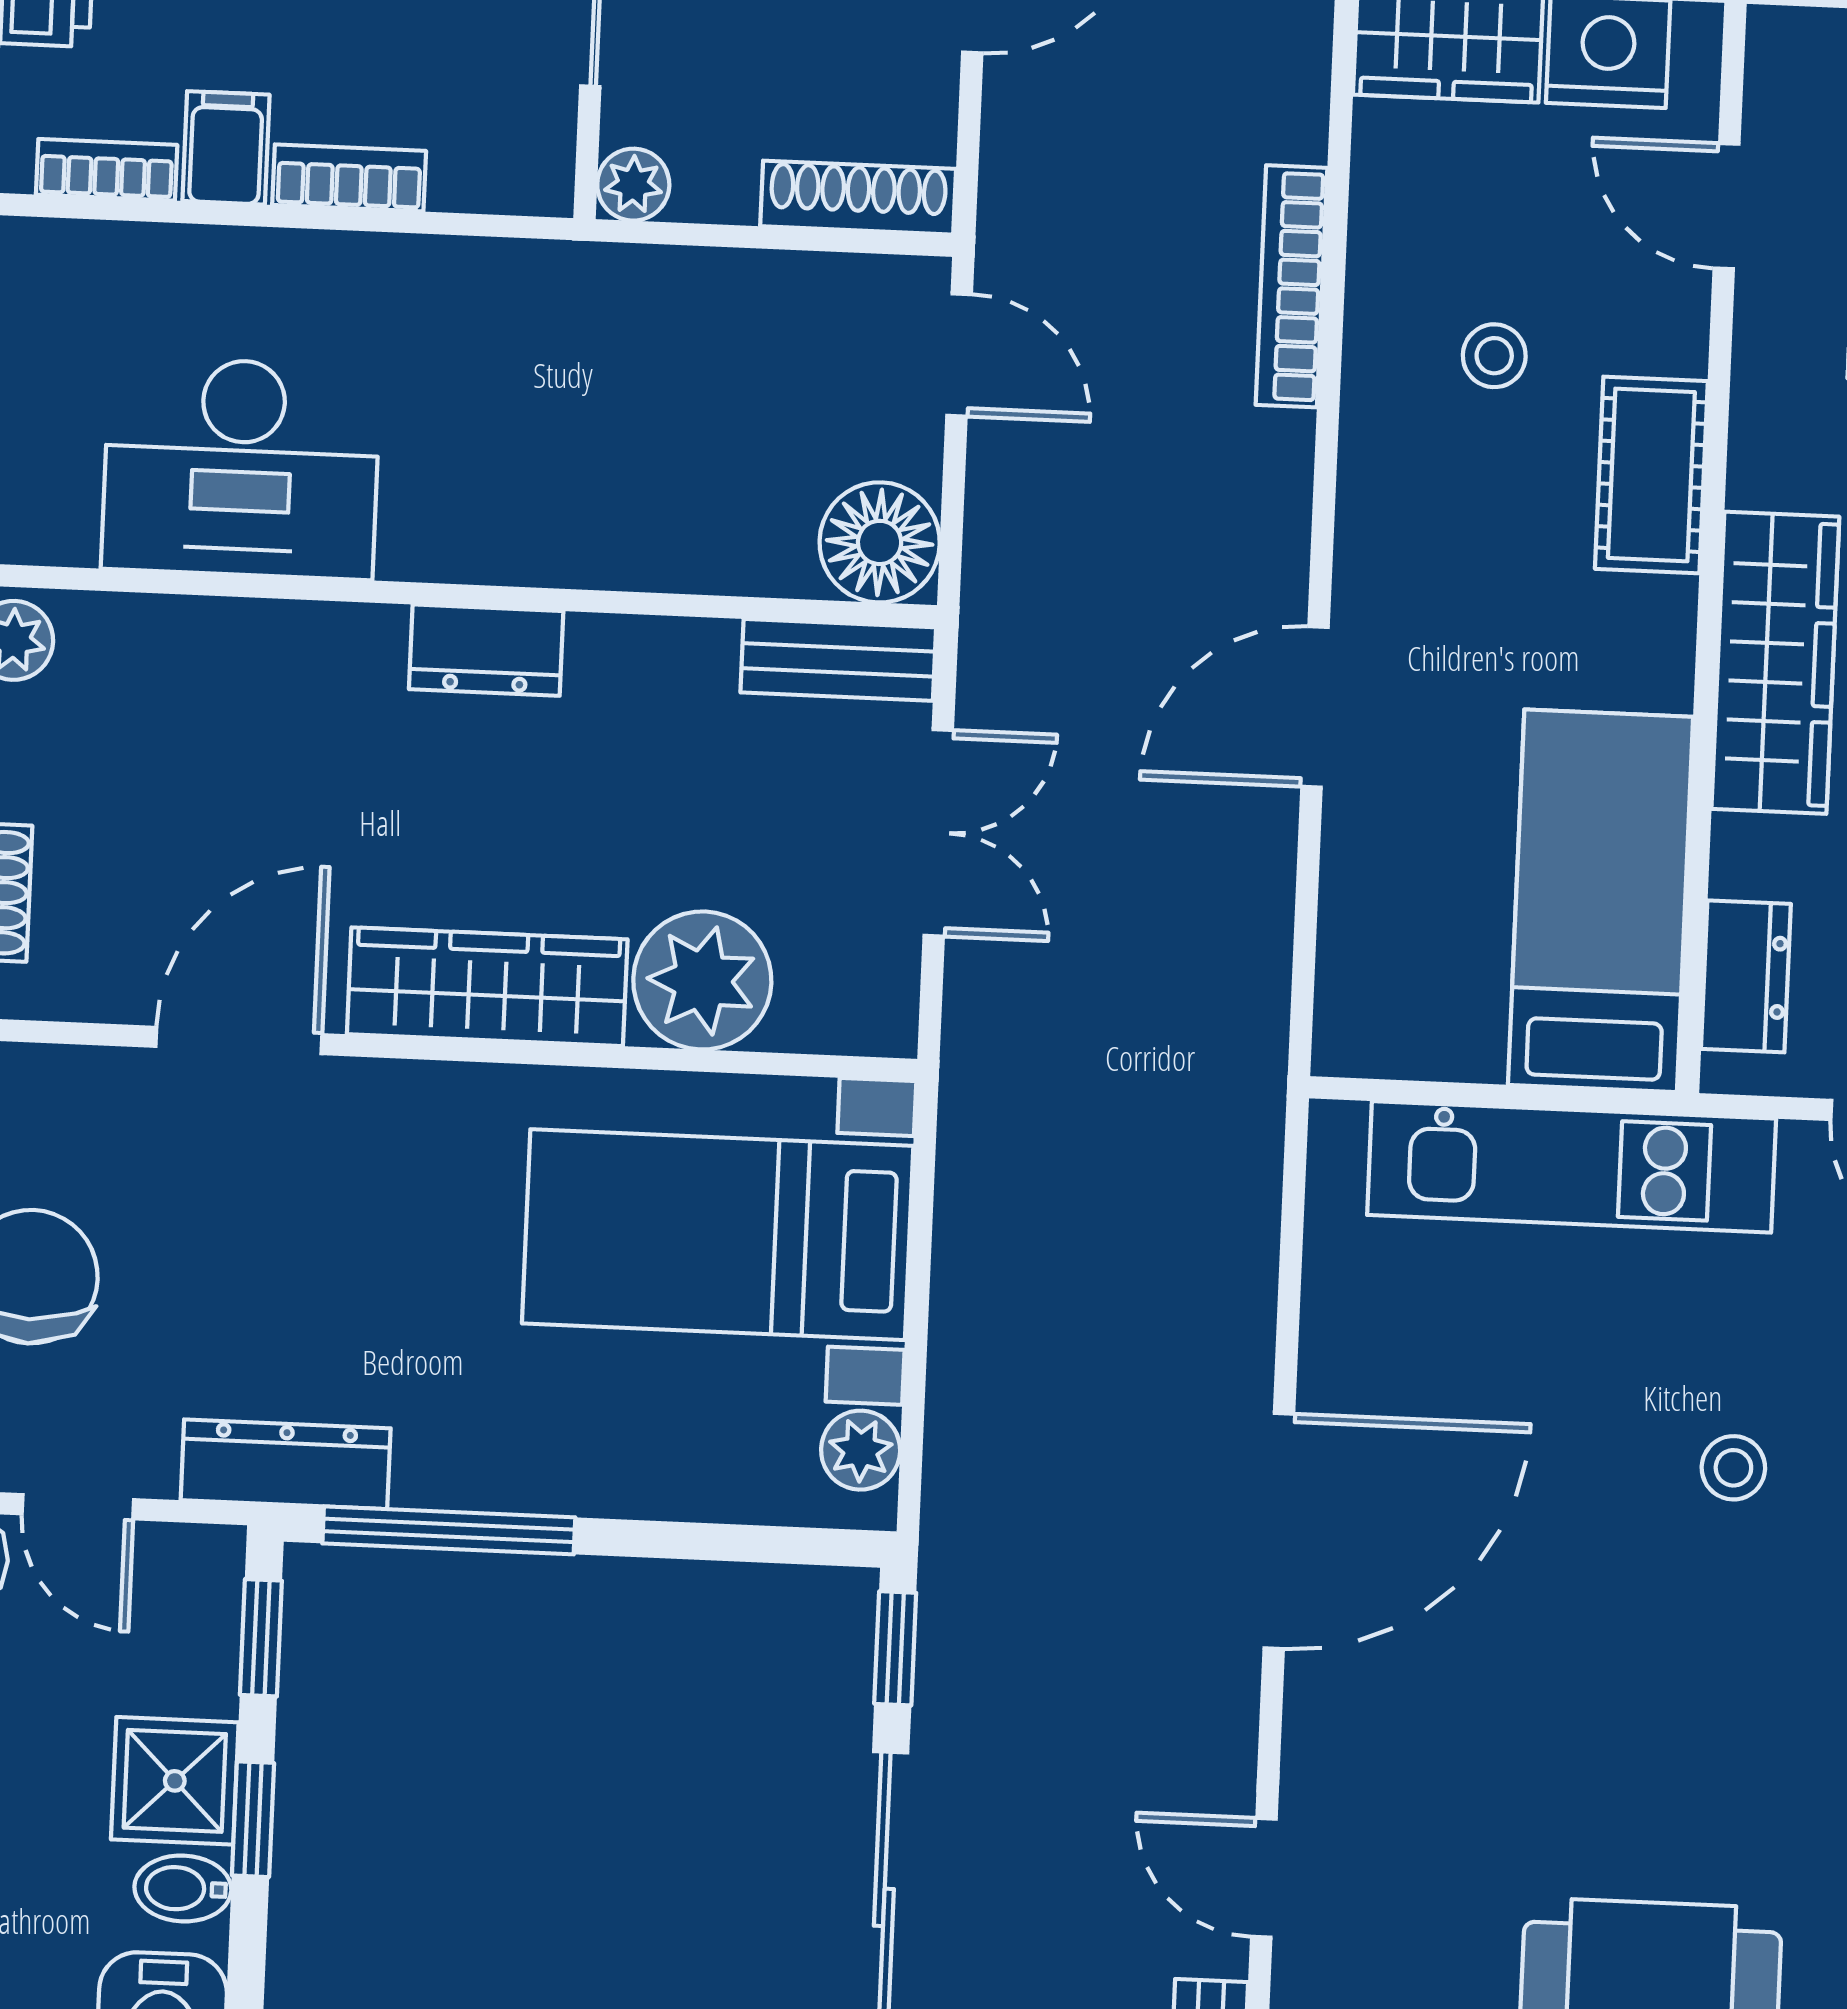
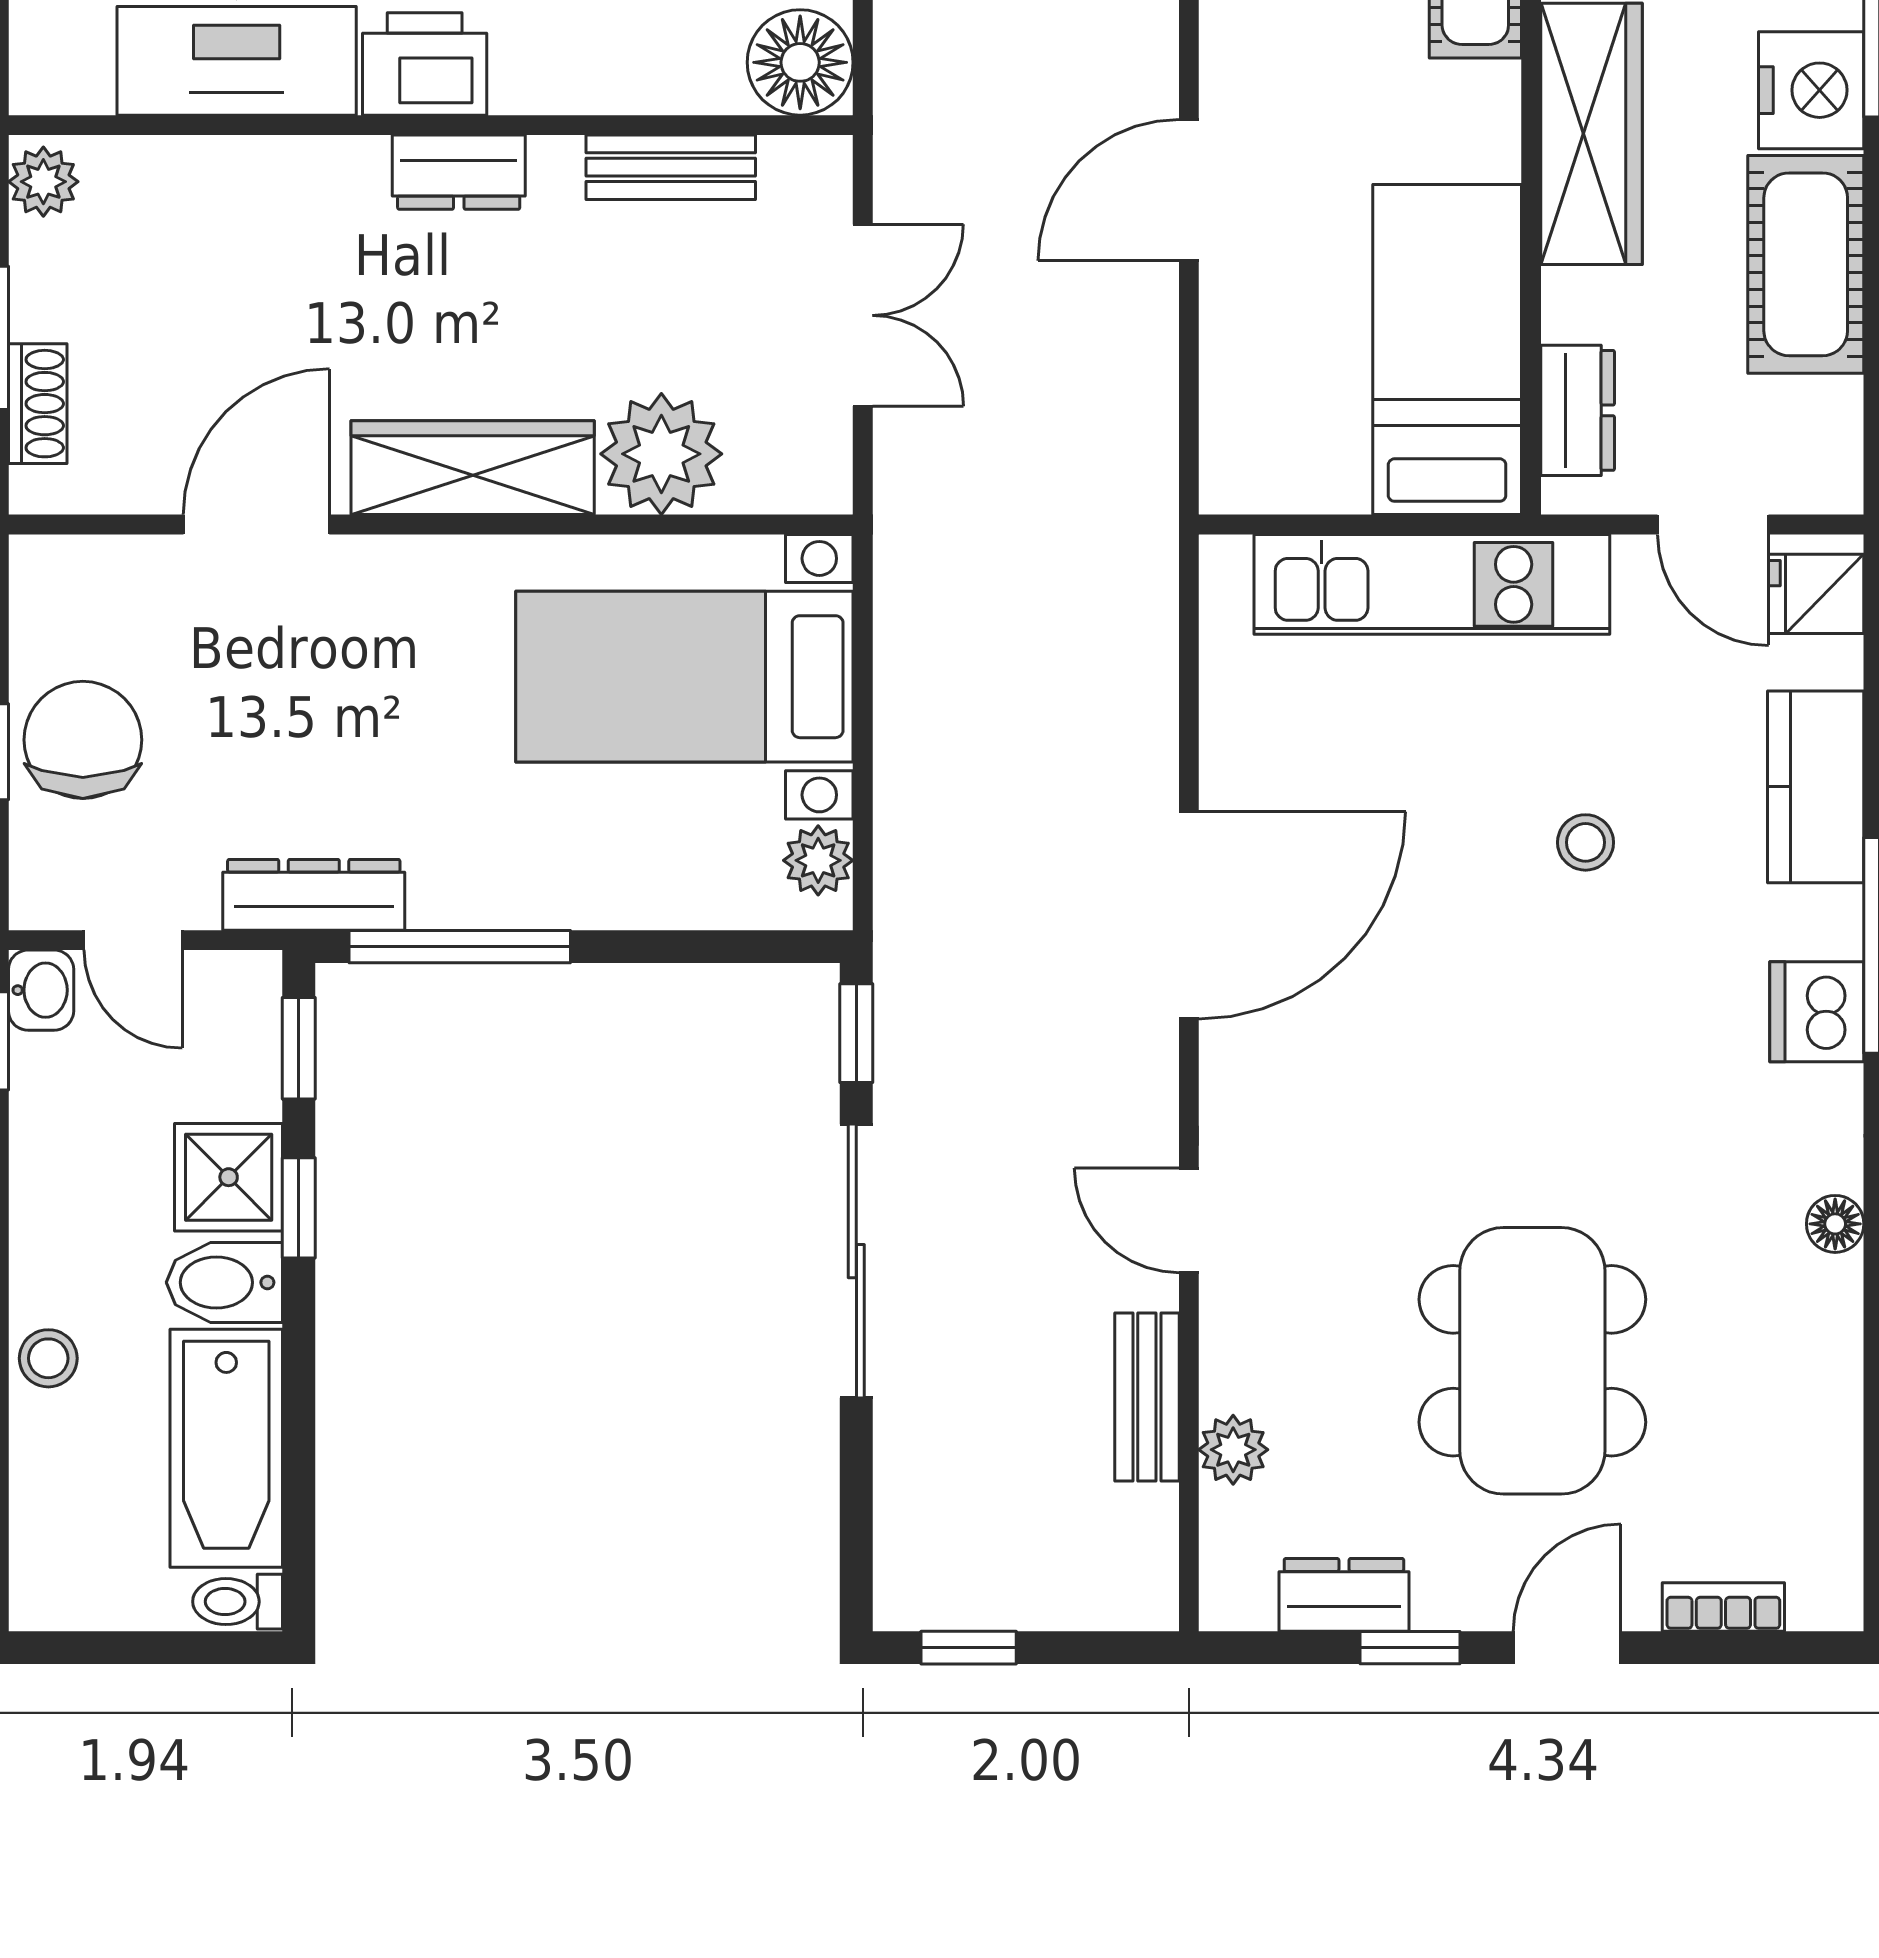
printer: (453, 526) -> (425, 64), added
bench: (838, 660) -> (671, 167), moved
bidet: (183, 1888) -> (224, 1282), width x1.38, depth x1.36

